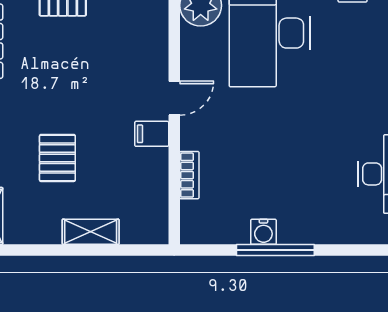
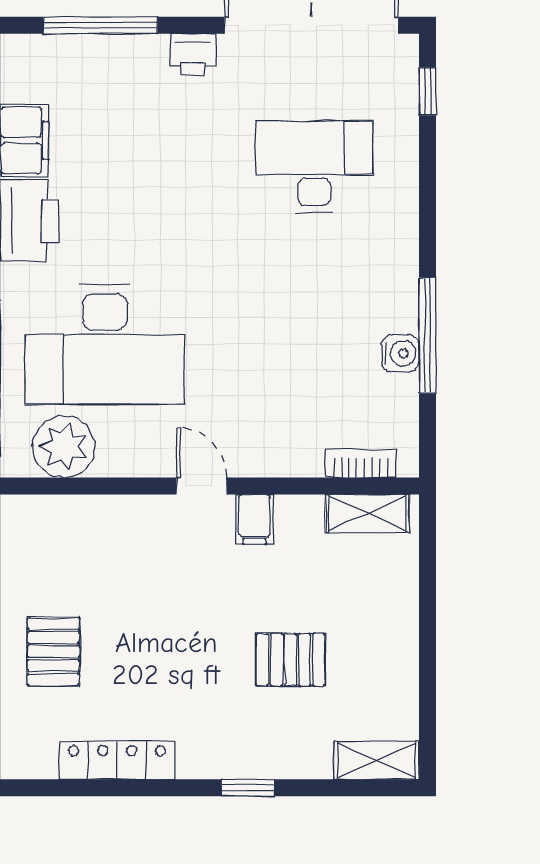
bookcase: (189, 175) -> (360, 464), moved
shelving: (91, 232) -> (367, 513), moved, turned 90

